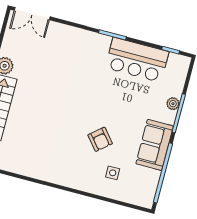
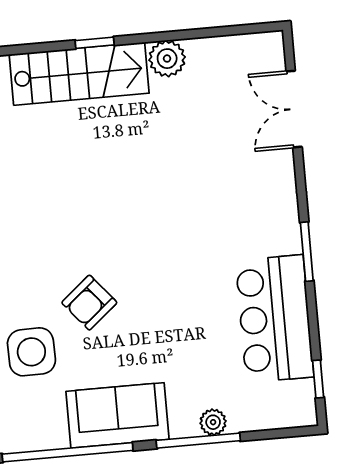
double door: (32, 14) -> (294, 109), moved
side table: (113, 173) -> (31, 352), width x1.87, depth x1.87

